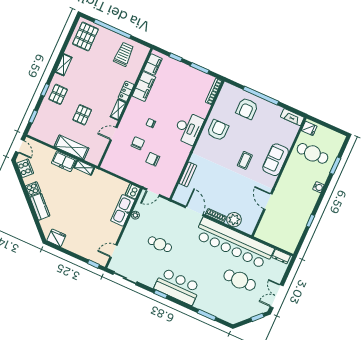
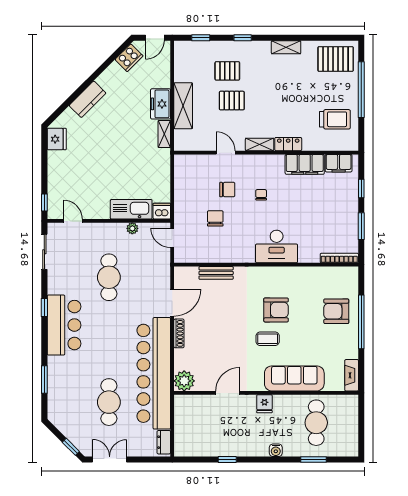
pallet: (58, 94) -> (227, 71), moved
fridge: (309, 128) -> (264, 404), moved
armchair: (218, 130) -> (276, 310), moved
sofa: (276, 160) -> (294, 378), width x1.36
cooker: (33, 189) -> (107, 80), removed
plant: (234, 220) -> (184, 381), moved
cafe table: (160, 244) -> (109, 277), width x1.37, depth x1.35

